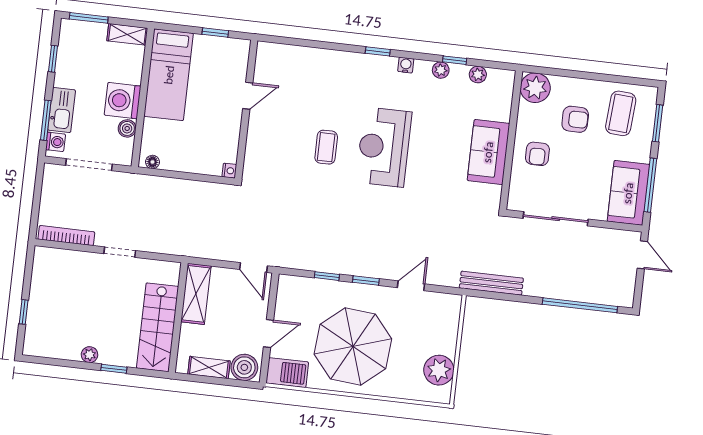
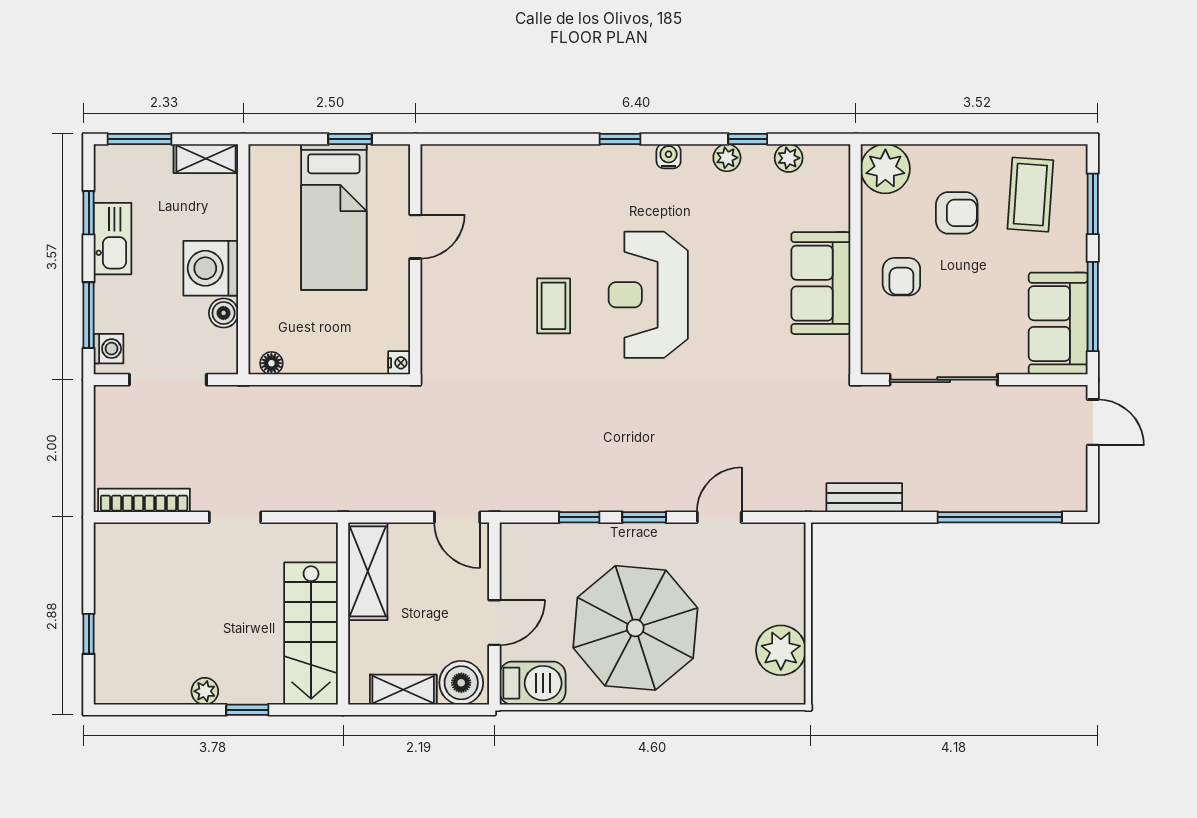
bed: (169, 75) -> (334, 217), moved
kitchen sink: (62, 110) -> (113, 239), moved
bench: (491, 283) -> (864, 498), width x0.73

